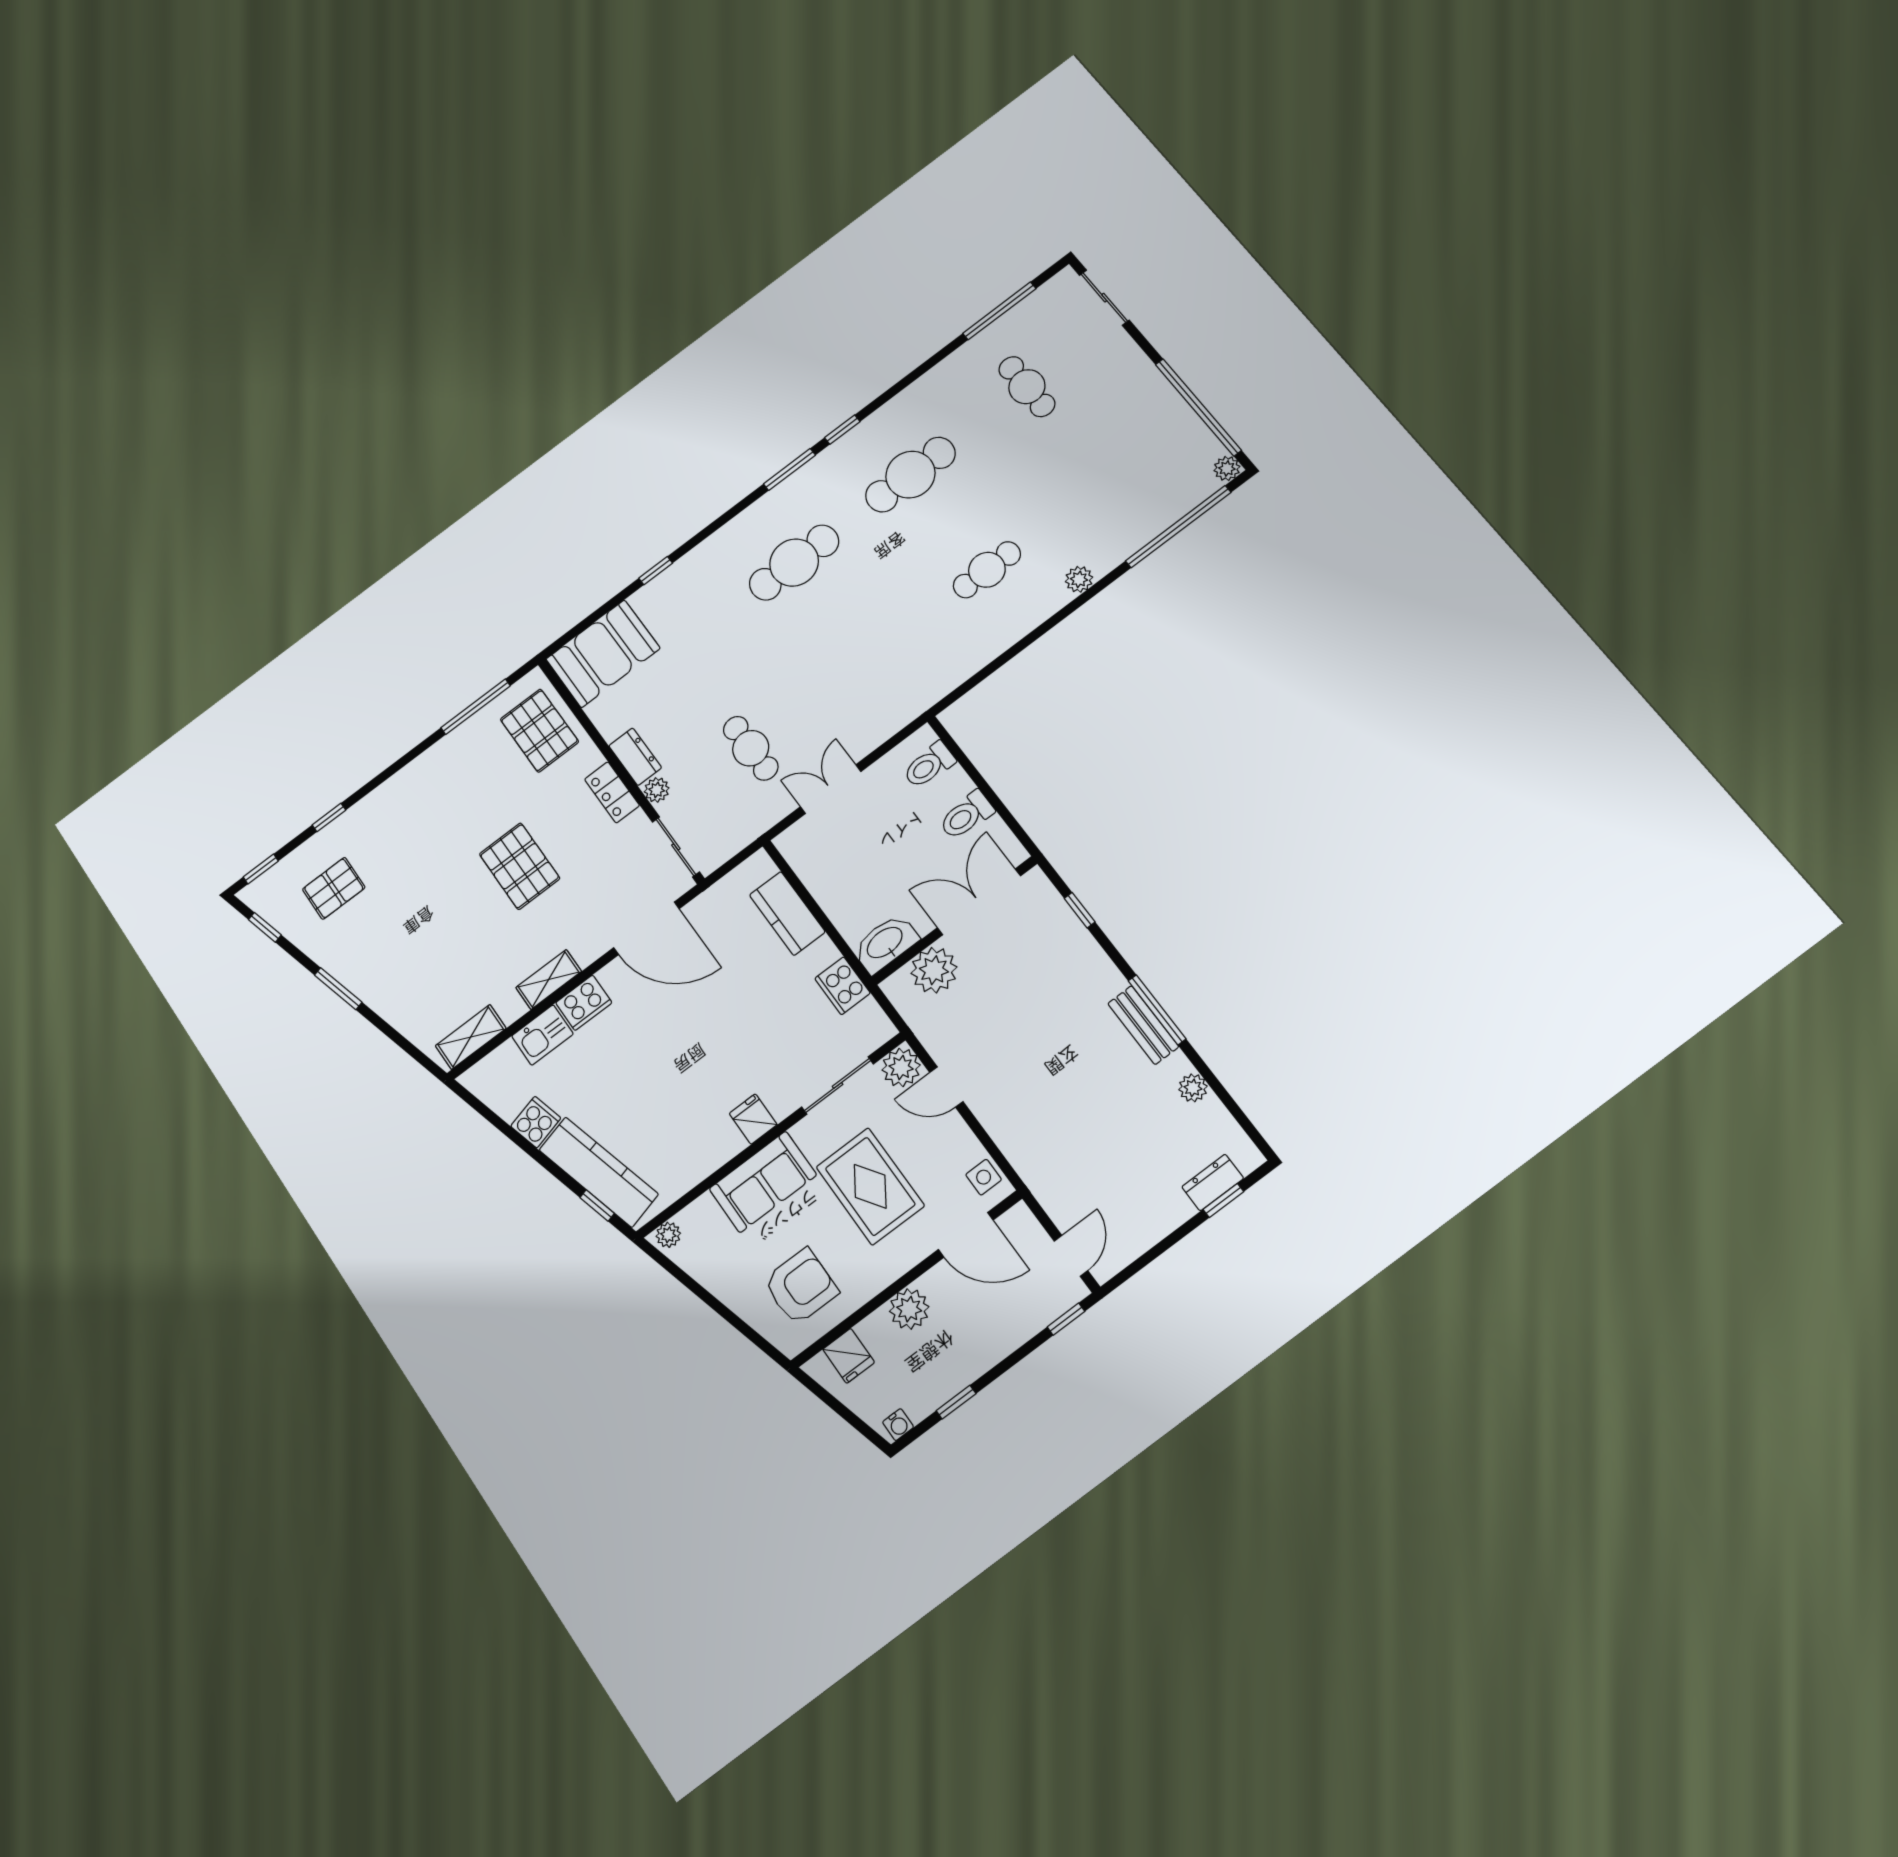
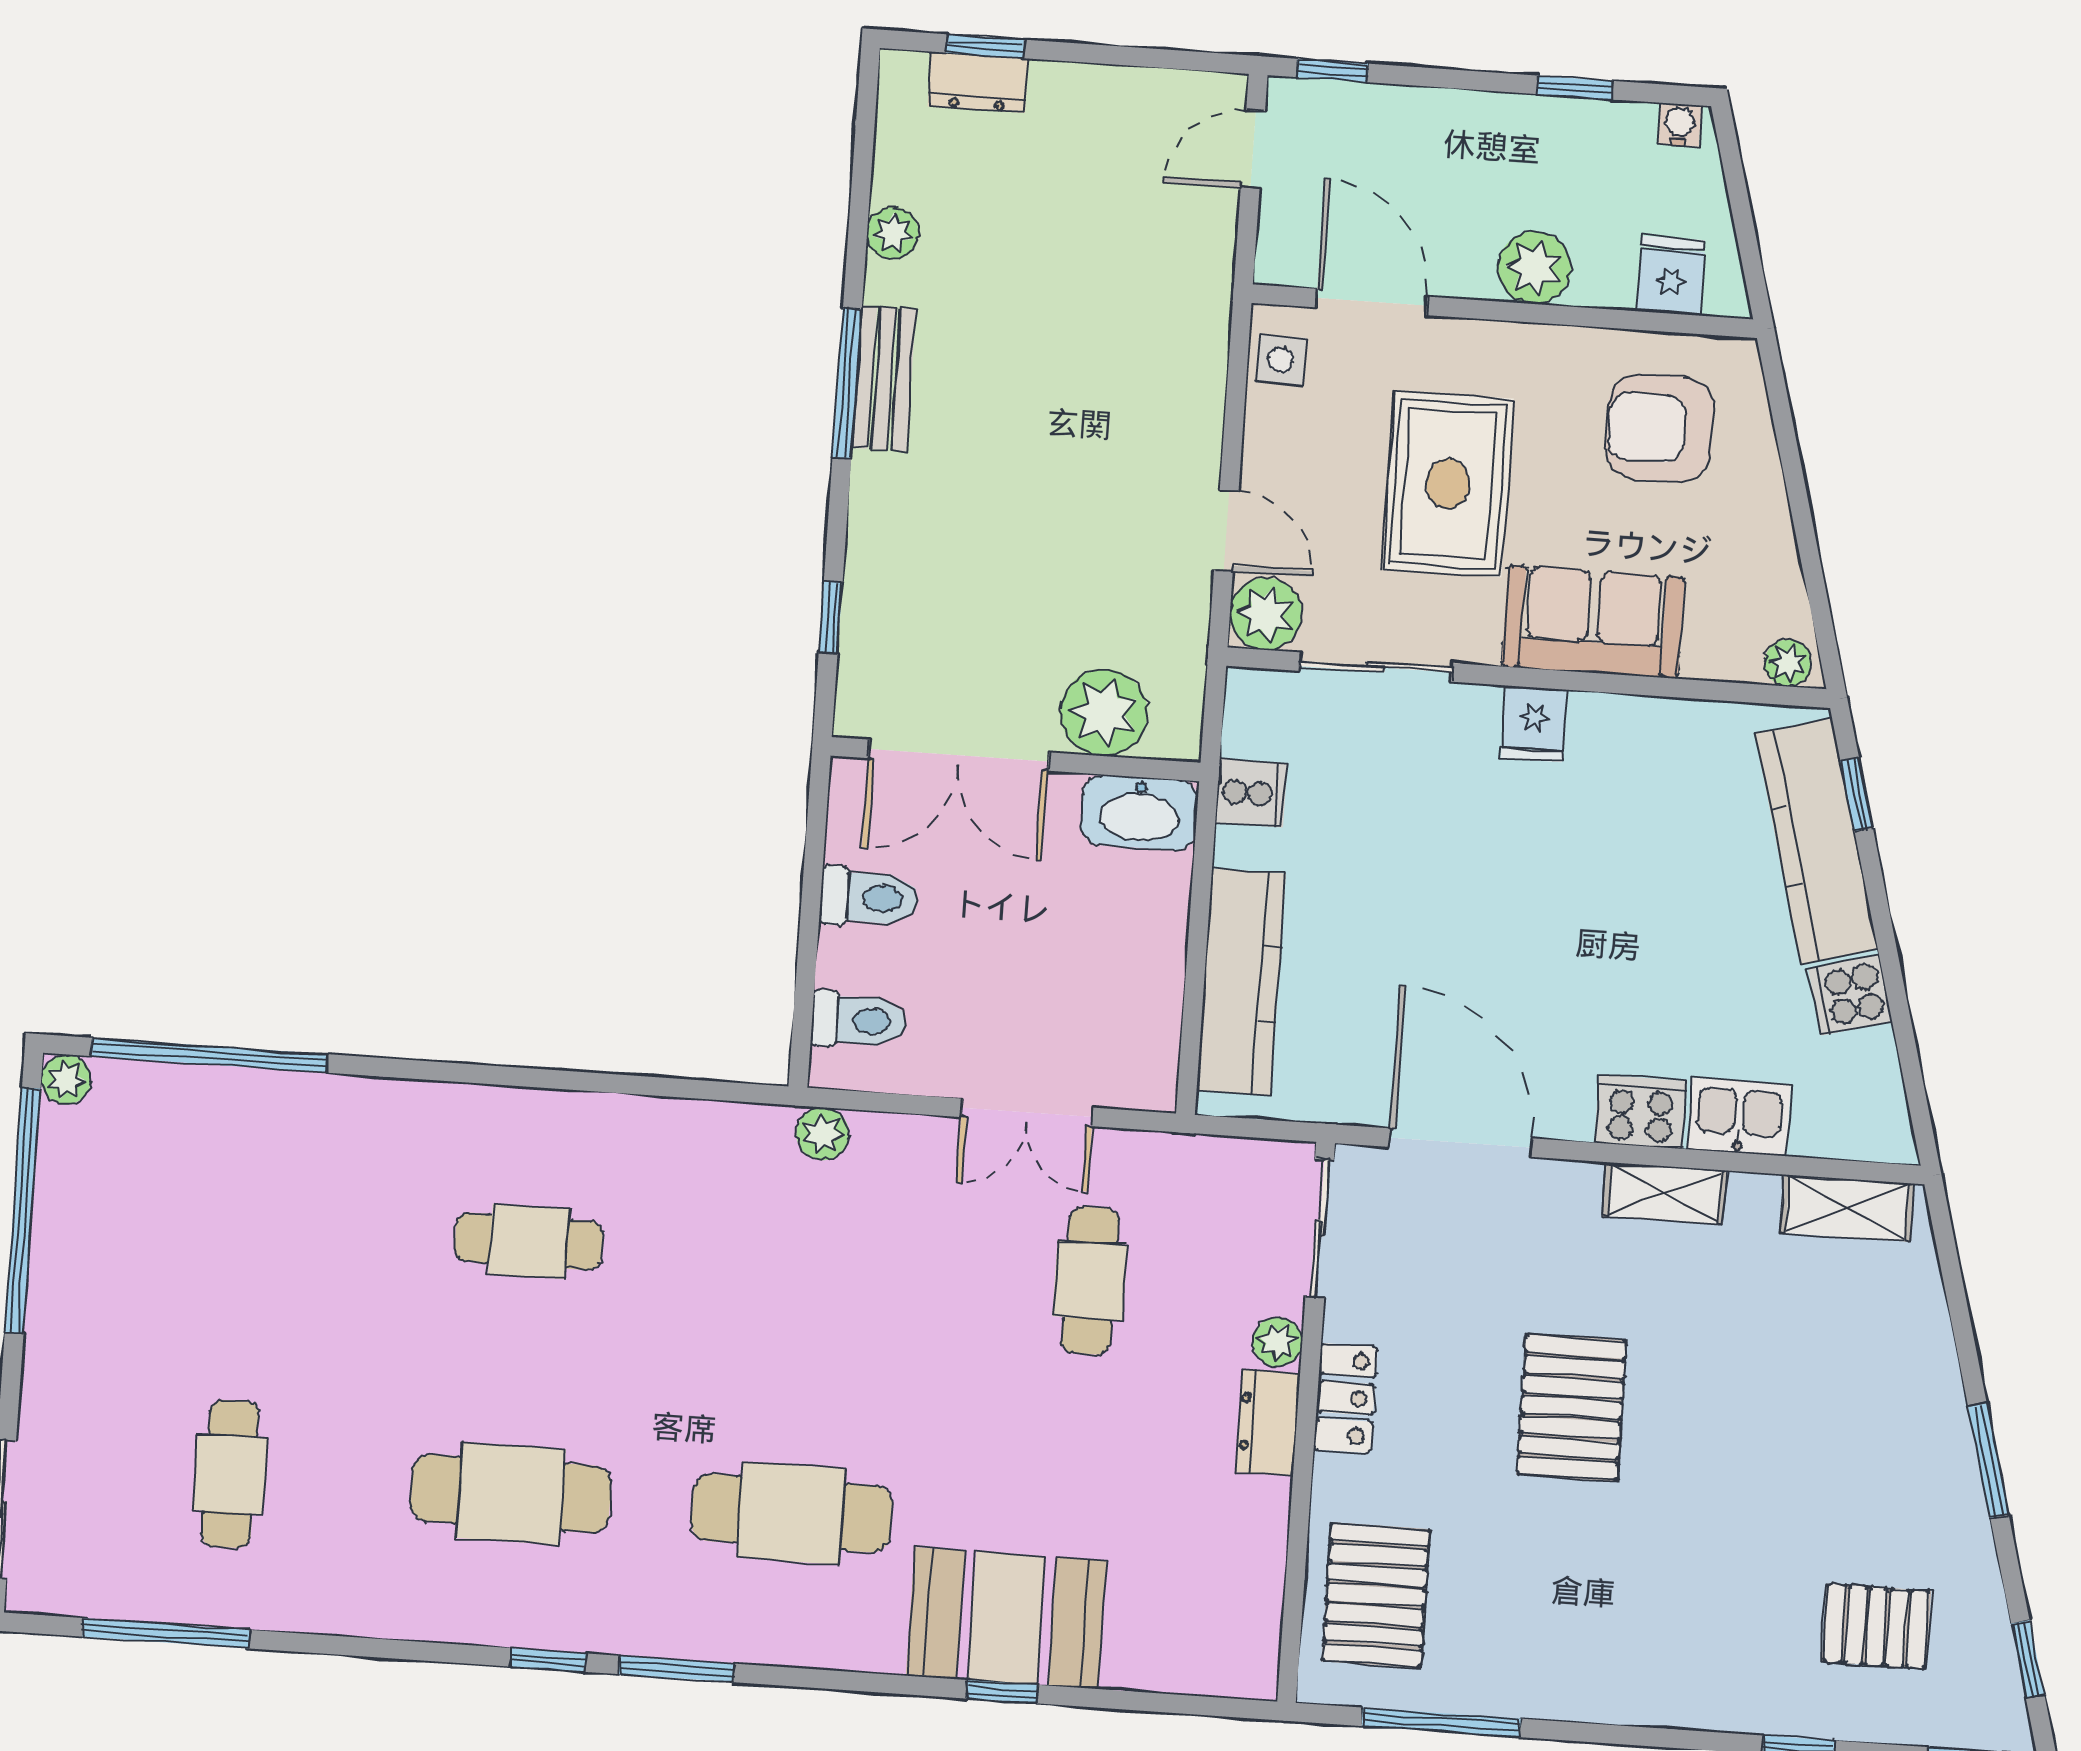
plant: (1079, 579) -> (823, 1134), moved
booth: (603, 654) -> (1006, 1618), moved
kitchen counter: (787, 913) -> (1241, 982), width x1.50
cooker: (842, 986) -> (1251, 793), width x0.73

